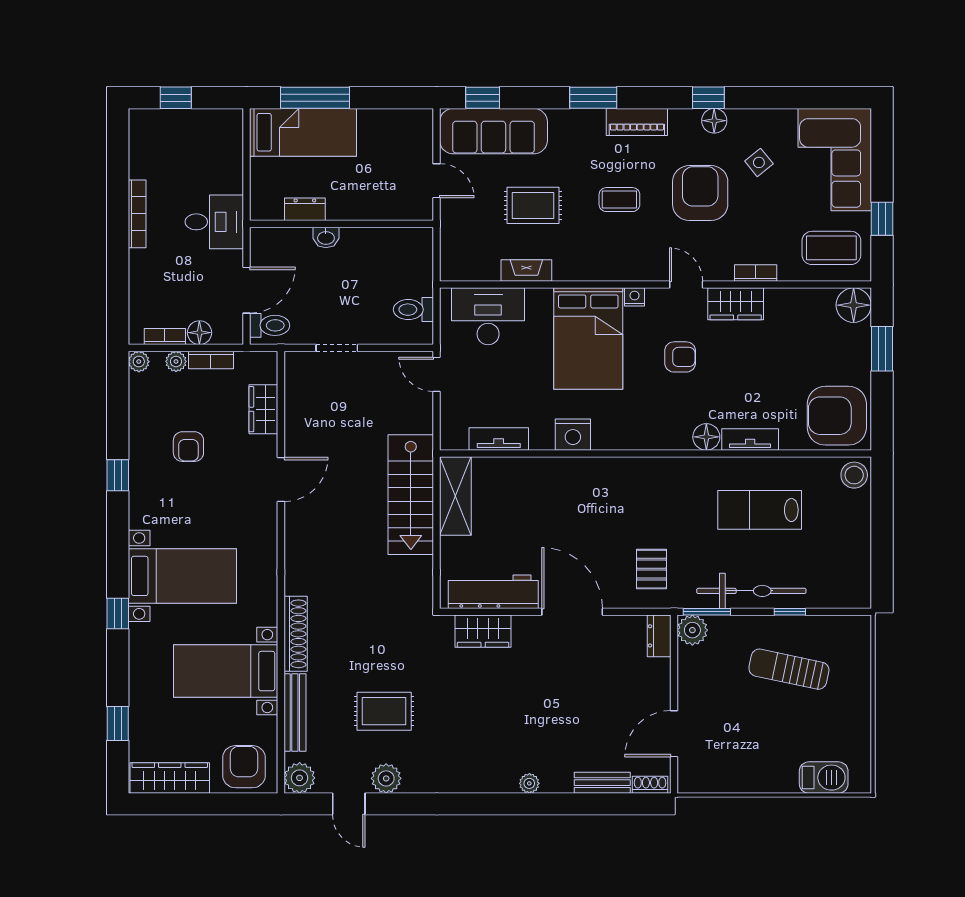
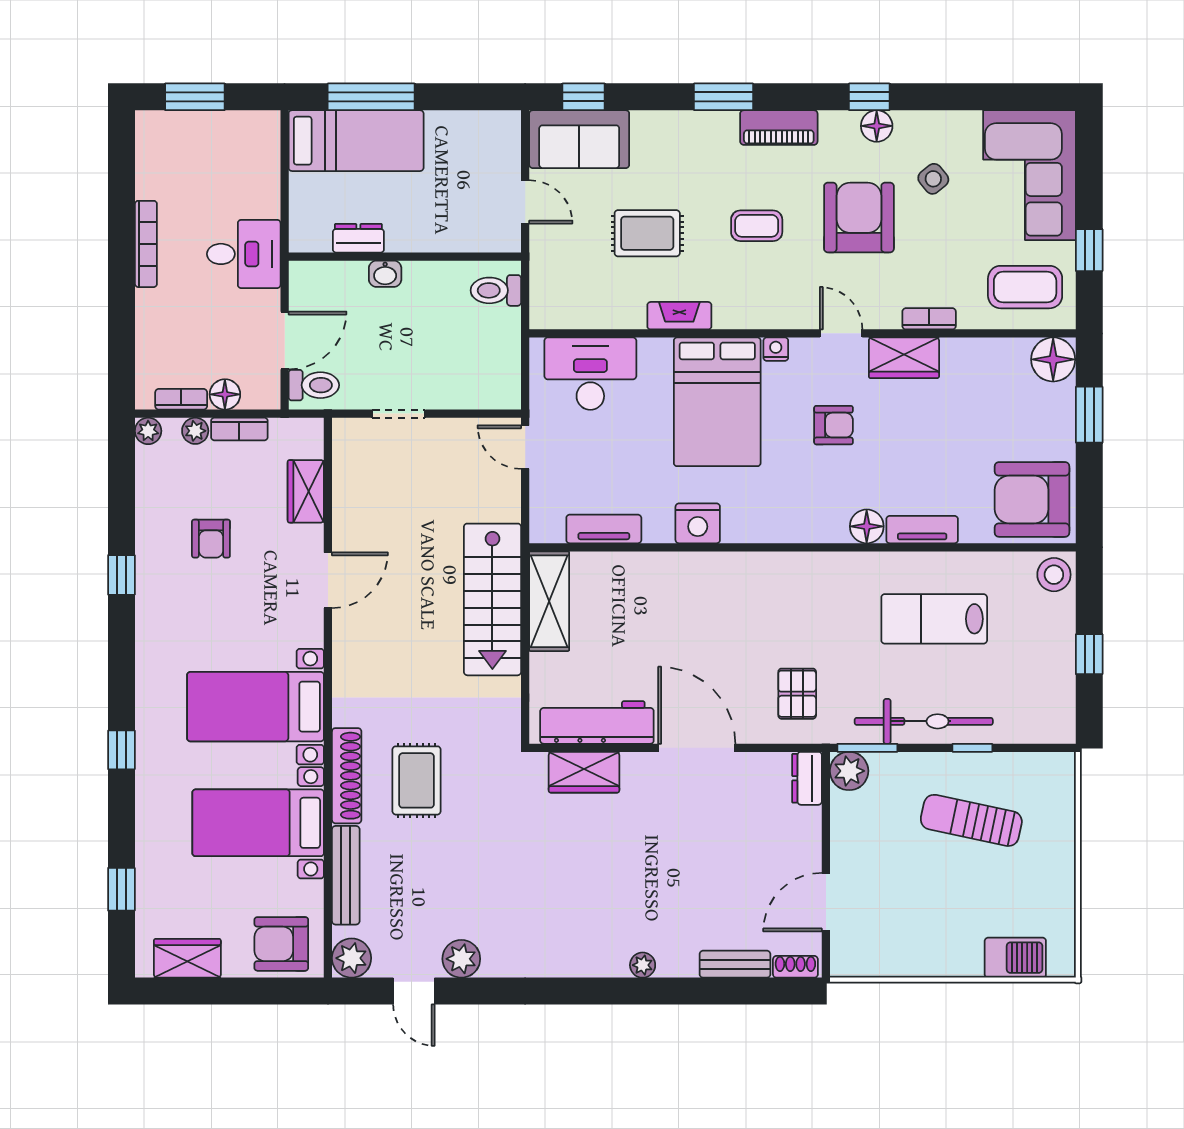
window: (176, 98) -> (195, 97), width x1.50
sofa: (493, 131) -> (579, 139), width x0.73
fireplace: (526, 271) -> (679, 316), moved
toilet: (413, 310) -> (496, 290), moved
window: (882, 538) -> (1089, 654), added
bed with nightstands: (182, 576) -> (255, 707), moved, turned 180
rug: (384, 711) -> (417, 780), moved, turned 90
armchair: (244, 767) -> (281, 944), turned -90
wardrobe: (170, 778) -> (187, 958), width x0.67

